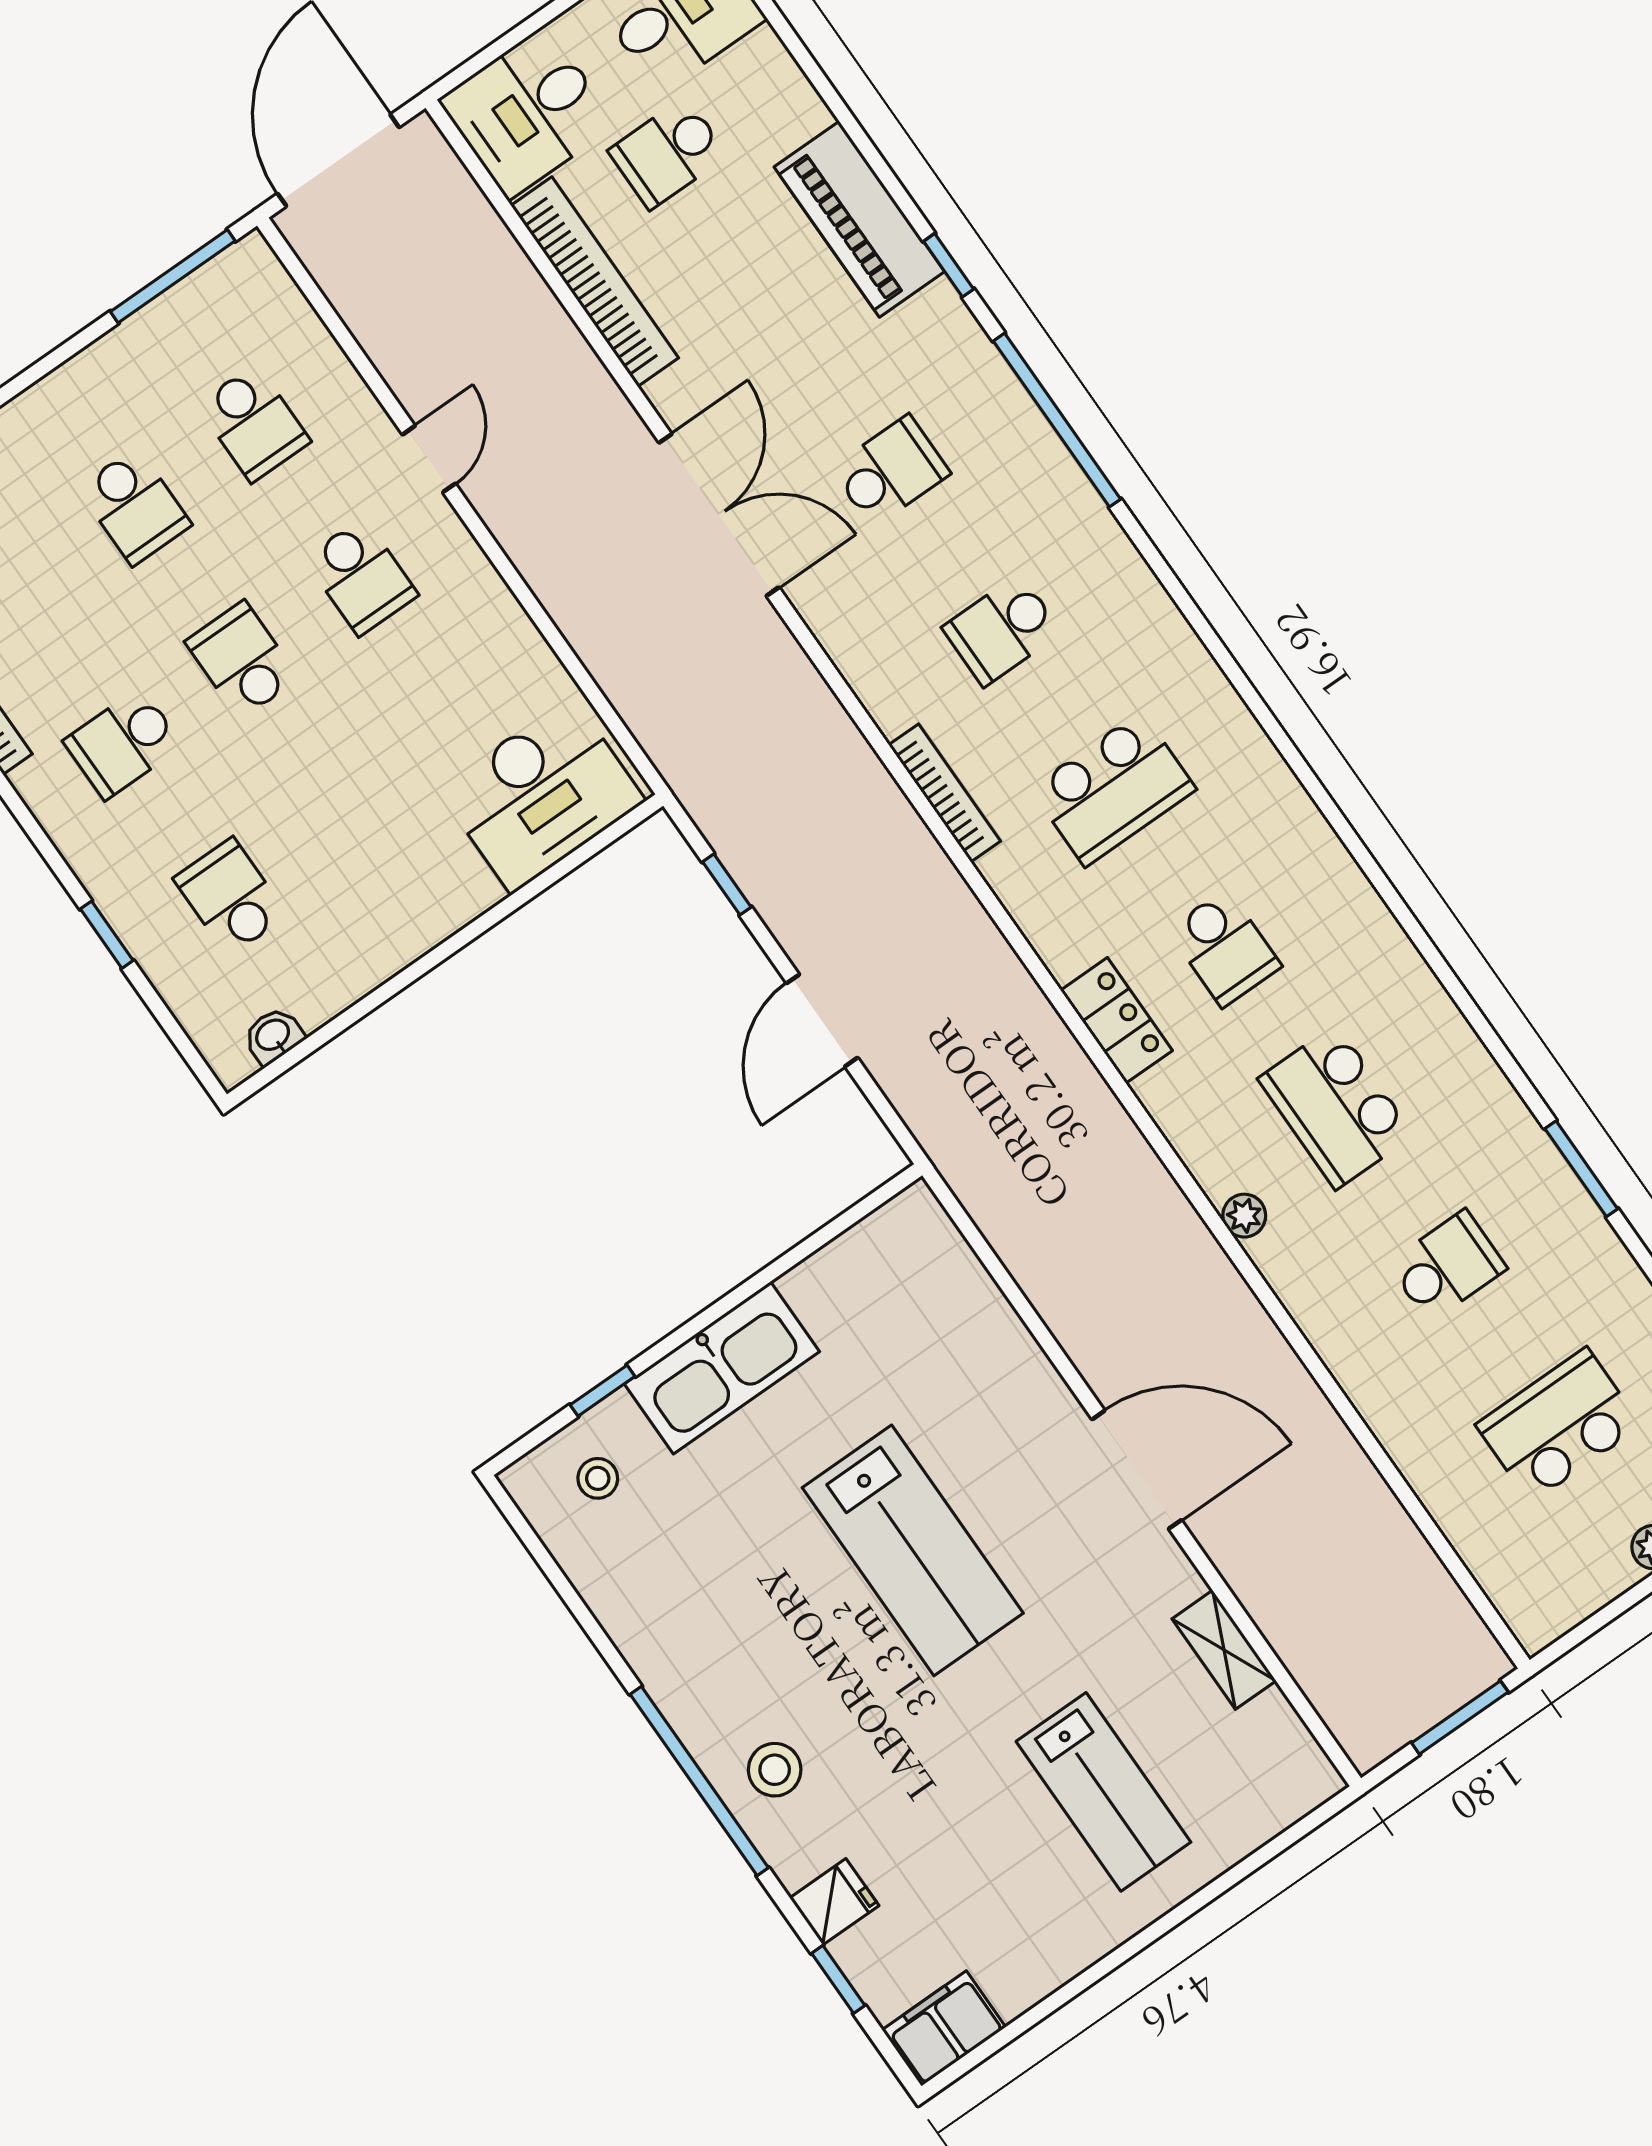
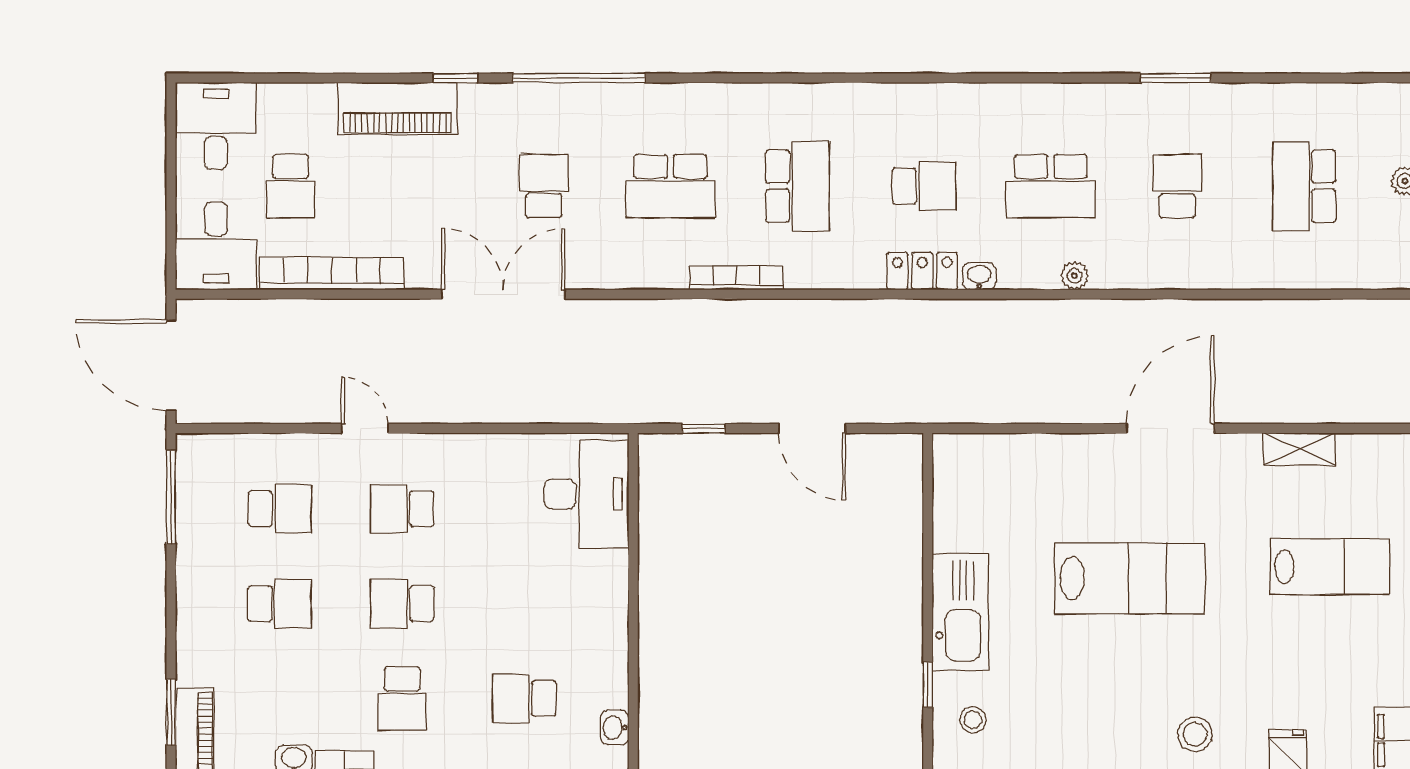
school desk: (361, 577) -> (402, 509), turned 180
school desk: (1002, 630) -> (671, 186), width x1.85
washbasin: (1160, 1096) -> (979, 276), added

